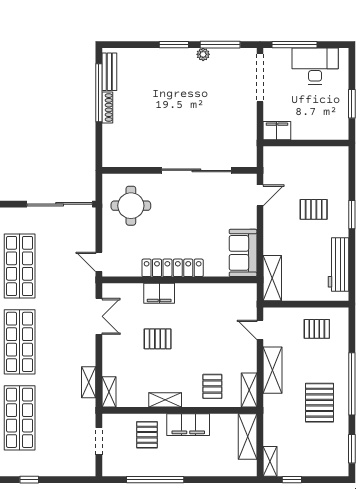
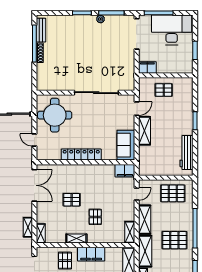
desk: (315, 66) -> (172, 30), width x1.36, depth x1.30
round table: (131, 206) -> (55, 115), width x1.36, depth x1.36
pallet: (314, 209) -> (164, 90), moved
door: (99, 262) -> (34, 140), moved
shelving: (272, 278) -> (145, 131), moved
filing cabinet: (159, 293) -> (125, 171), moved
double door: (99, 316) -> (34, 185), width x1.37
pallet: (317, 329) -> (173, 193), width x1.50, depth x1.42
door: (260, 330) -> (137, 194), swing flipped
pallet: (212, 386) -> (95, 217), moved
pallet: (319, 403) -> (174, 240), turned 90
shelving: (273, 420) -> (145, 251), added

